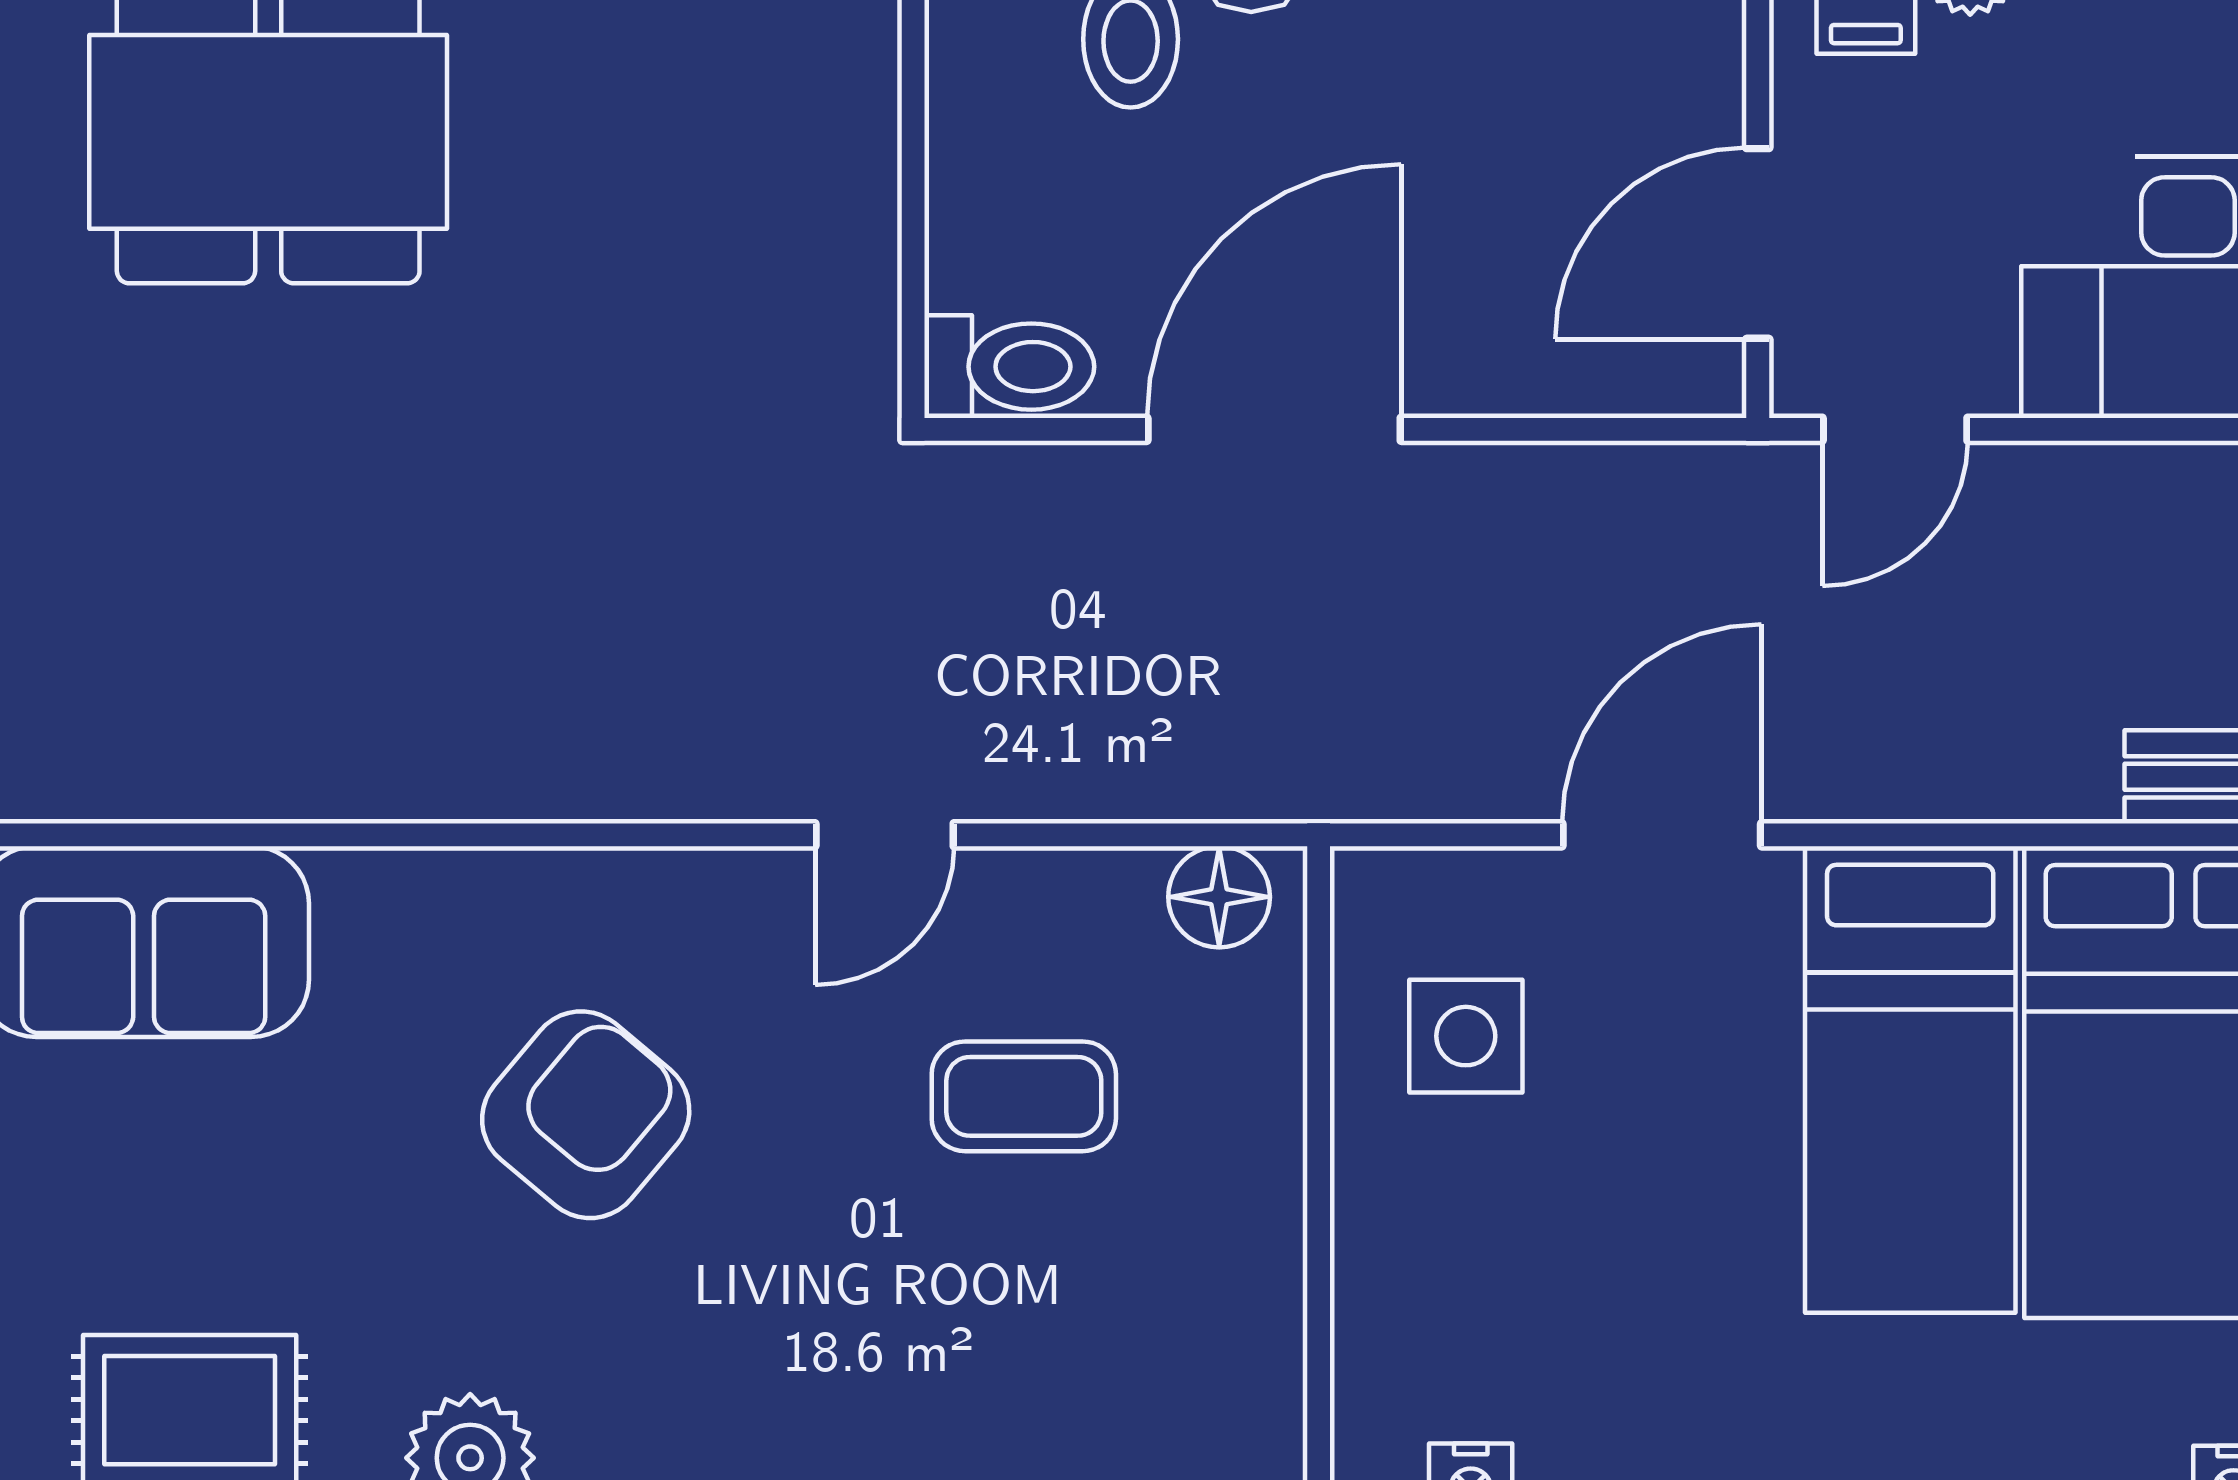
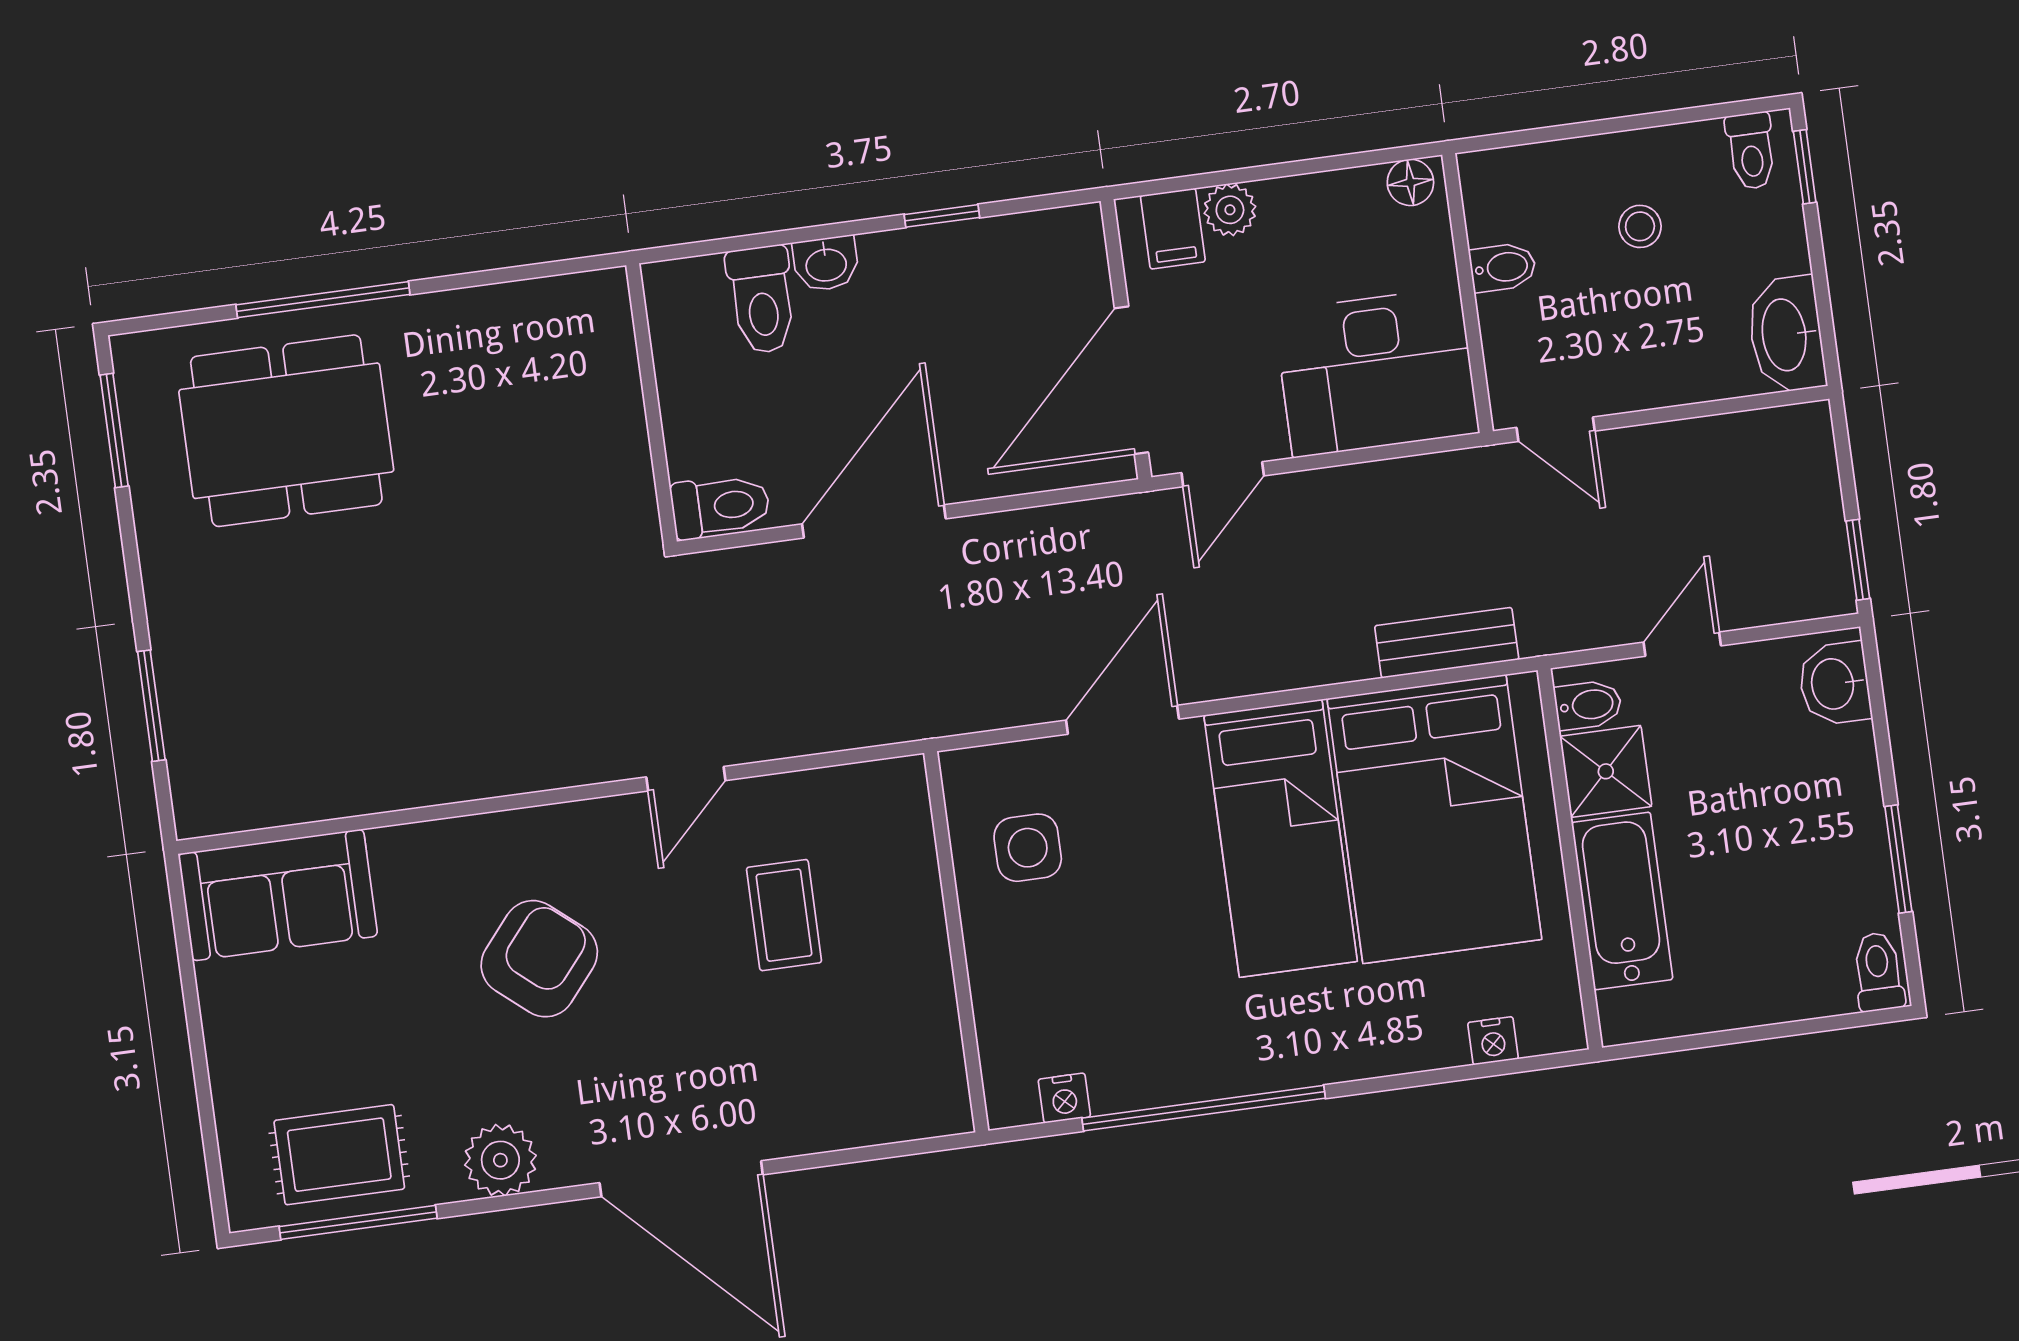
door: (1758, 243) -> (1131, 380), width x1.36
floor lamp: (1219, 897) -> (879, 788), removed
coffee table: (1024, 1096) -> (784, 915), turned 90

